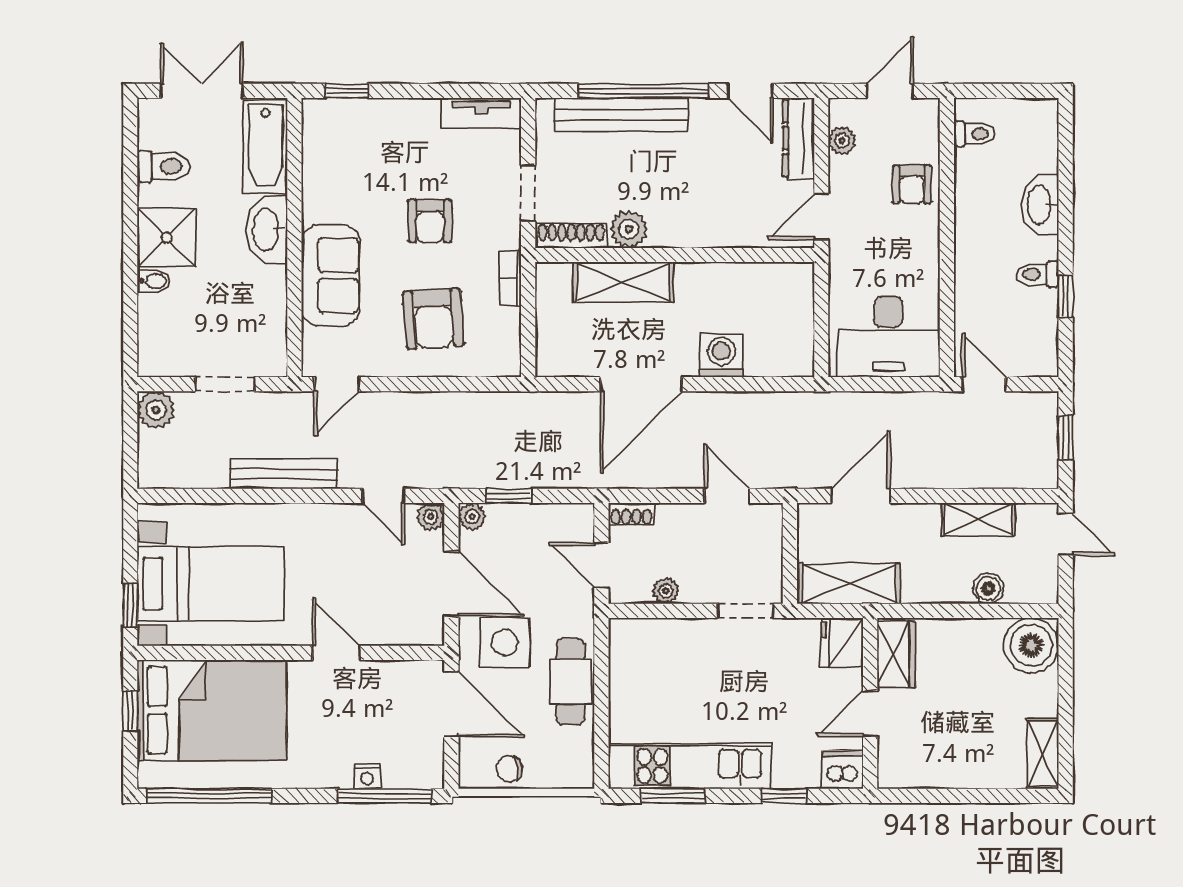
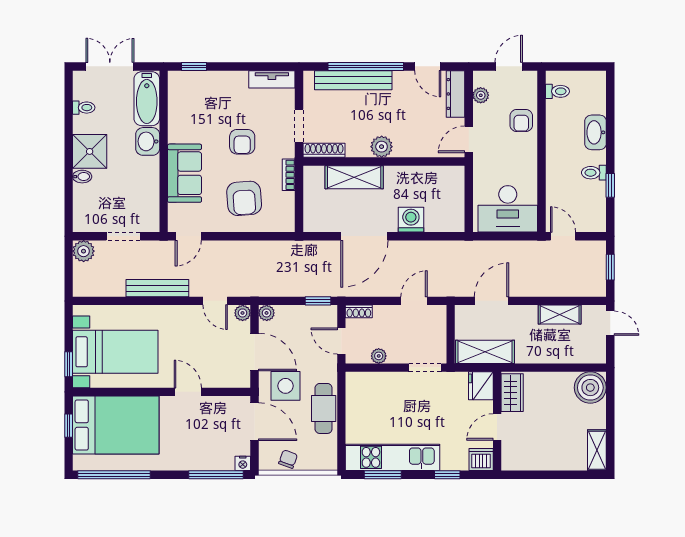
toilet: (164, 166) -> (84, 108), width x0.73, depth x0.72
plant: (629, 229) -> (382, 147), moved
washbasin: (267, 230) -> (148, 141), width x0.72
window: (509, 496) -> (318, 301), moved
door: (727, 496) -> (414, 301), hinge flipped
boiler: (988, 589) -> (565, 355), removed
chair: (509, 769) -> (288, 459), turned 116
nightstand: (367, 776) -> (243, 463), moved

